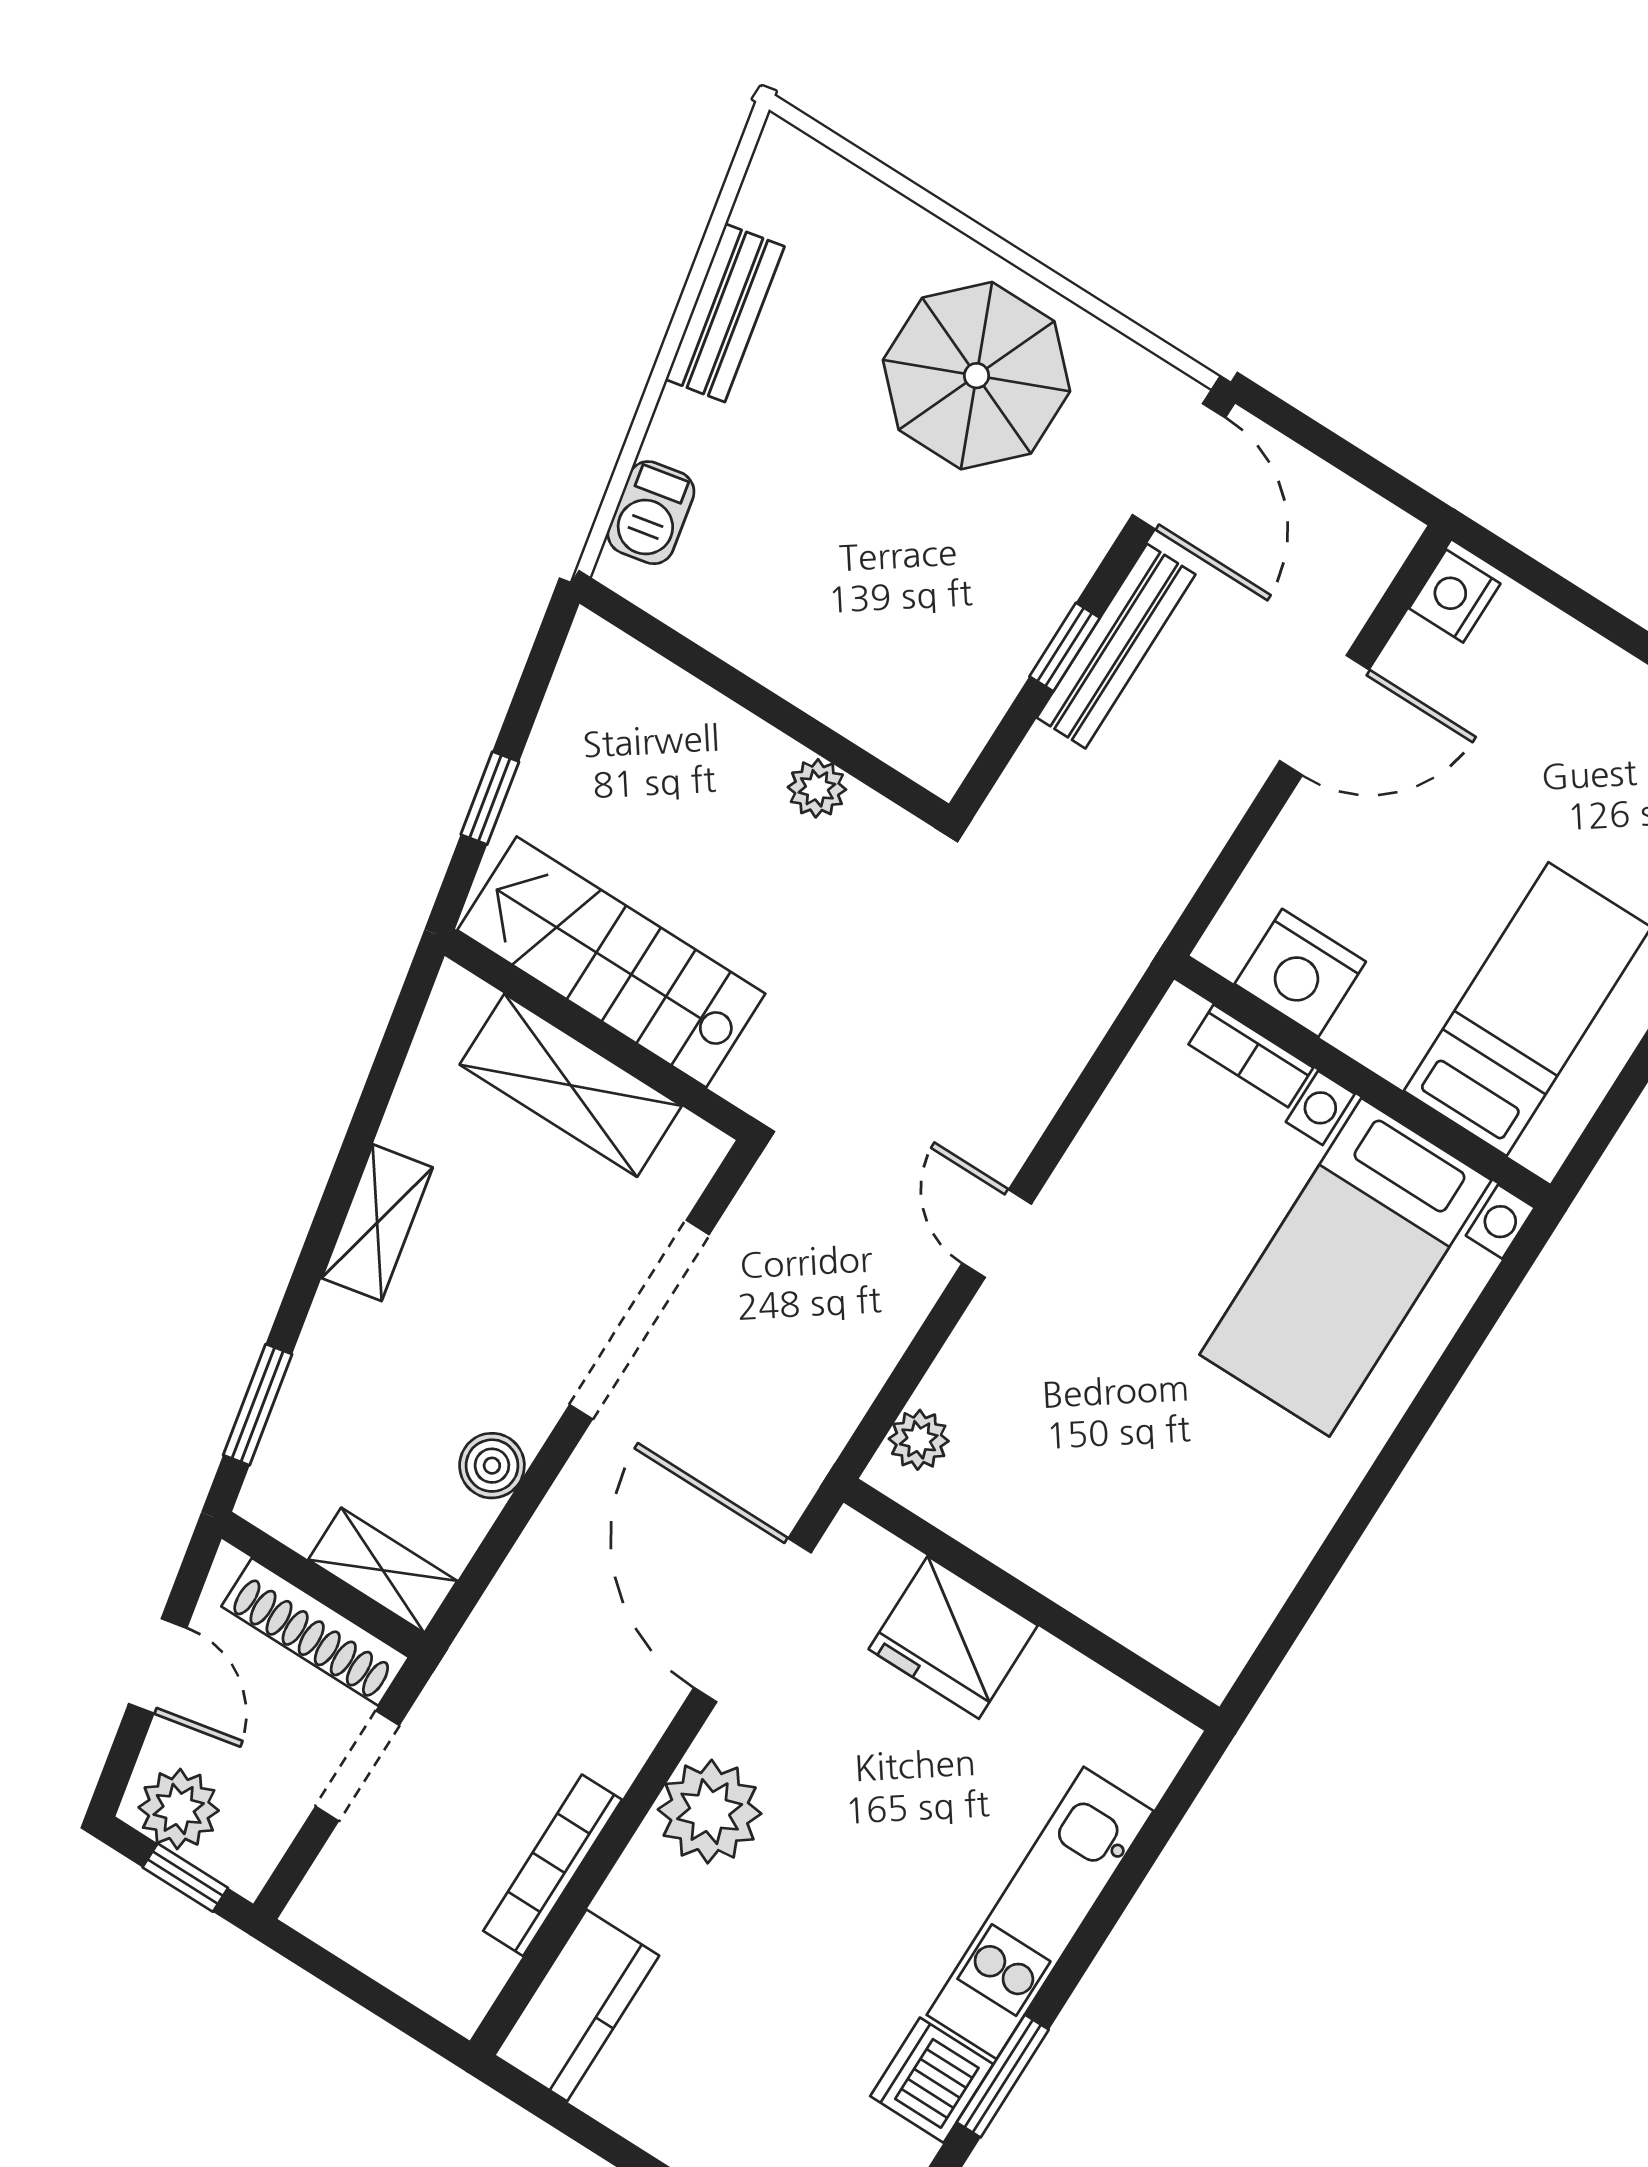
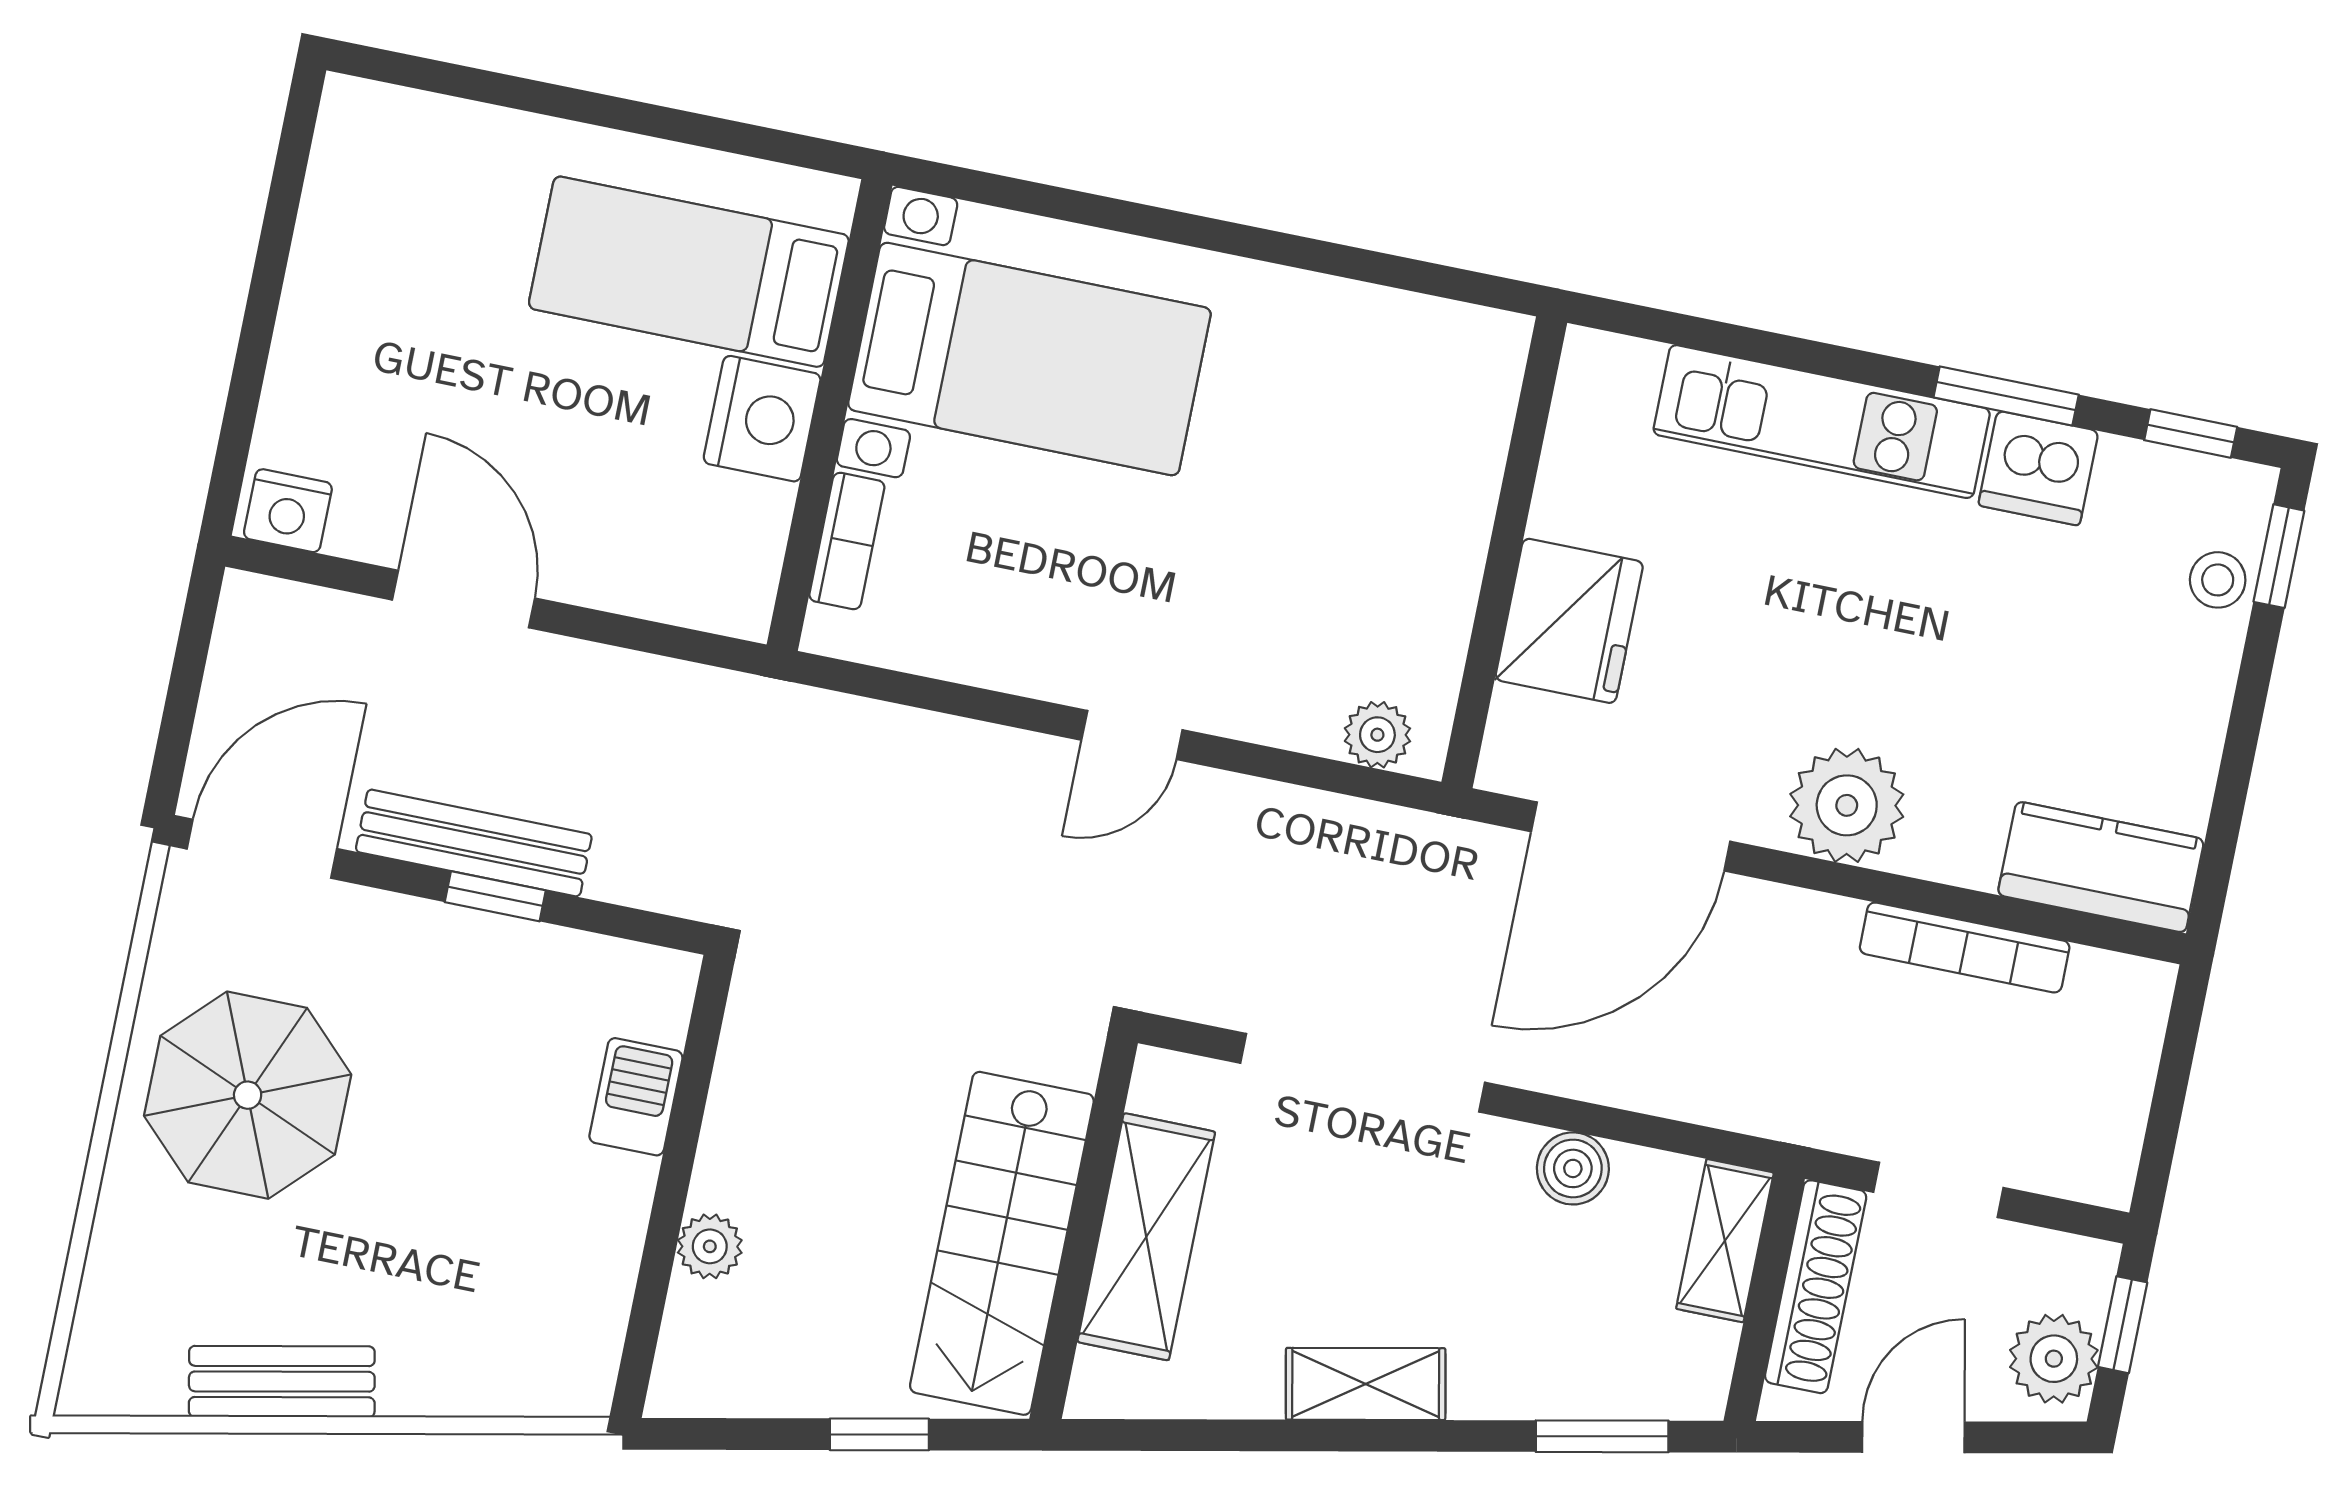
barbecue: (651, 513) -> (636, 1097), moved, turned -79
plant: (817, 788) -> (710, 1246), moved
nightstand: (1300, 973) -> (762, 419), moved

